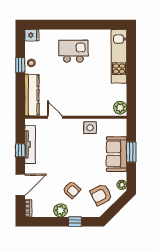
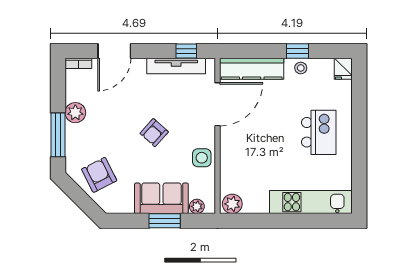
door: (55, 117) -> (218, 104), width x1.87
window: (20, 150) -> (186, 51), moved
door: (20, 185) -> (114, 51), hinge flipped
plant: (122, 185) -> (197, 206), moved
armchair: (72, 190) -> (154, 133), moved
window: (75, 222) -> (58, 135), width x2.17

